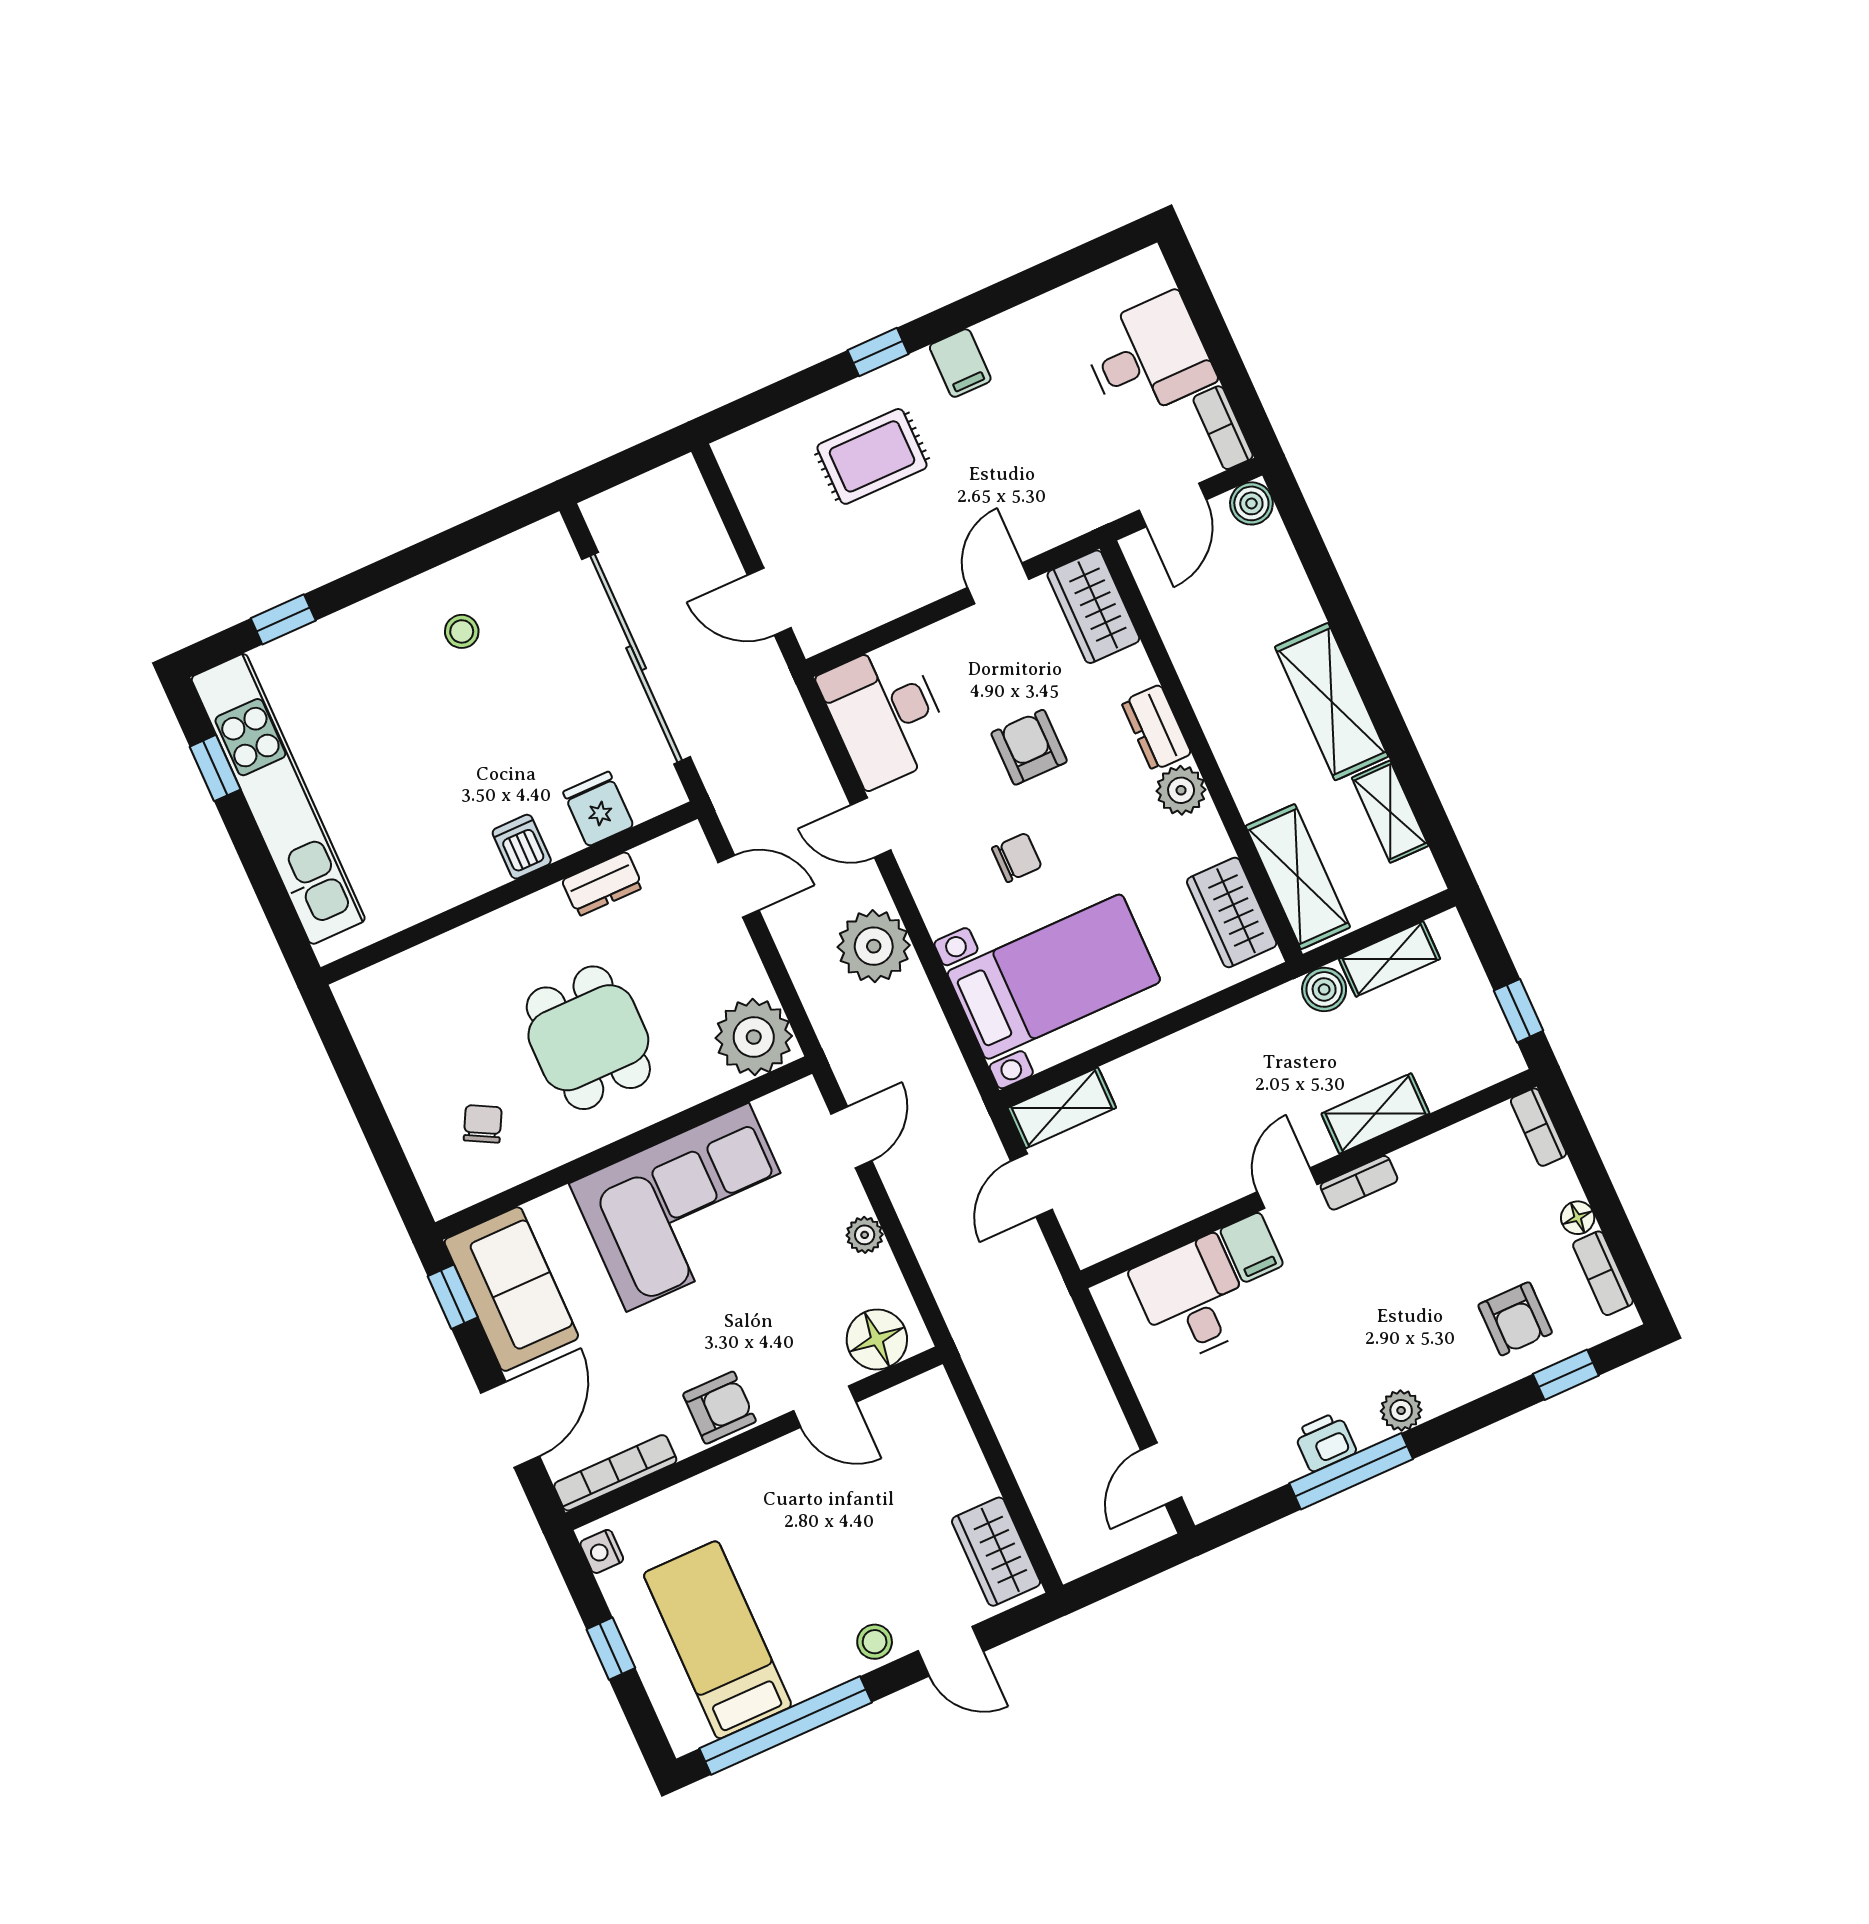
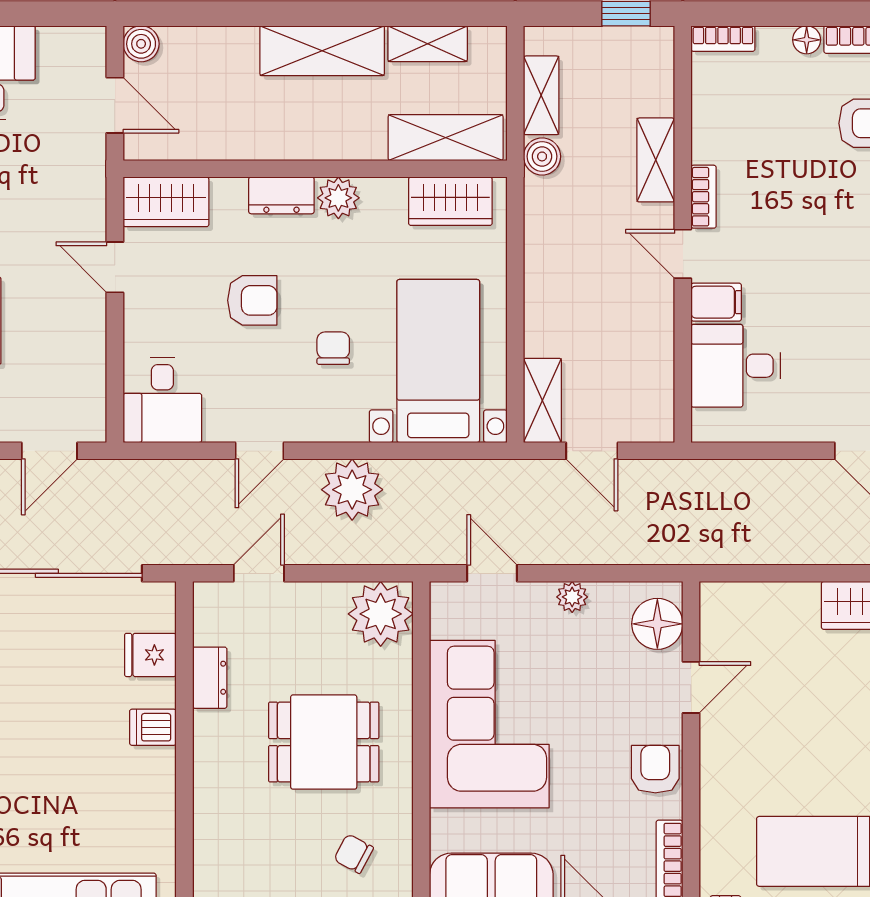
bookcase: (1223, 428) -> (73, 39), removed
desk: (885, 714) -> (162, 400), width x0.73
armchair: (1029, 747) -> (252, 300), turned 180

